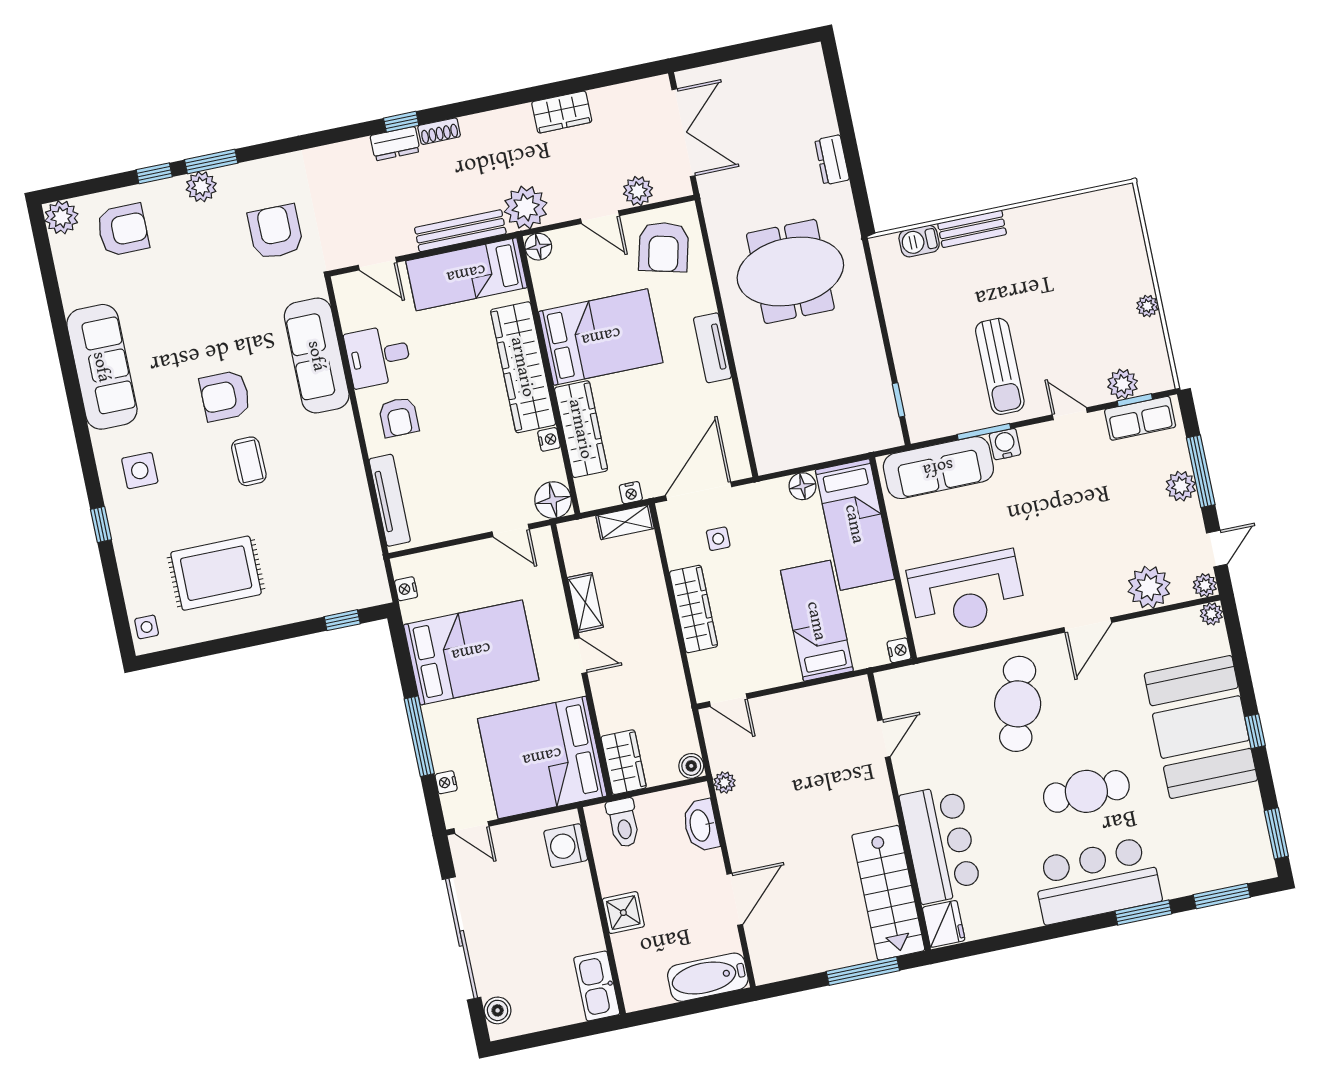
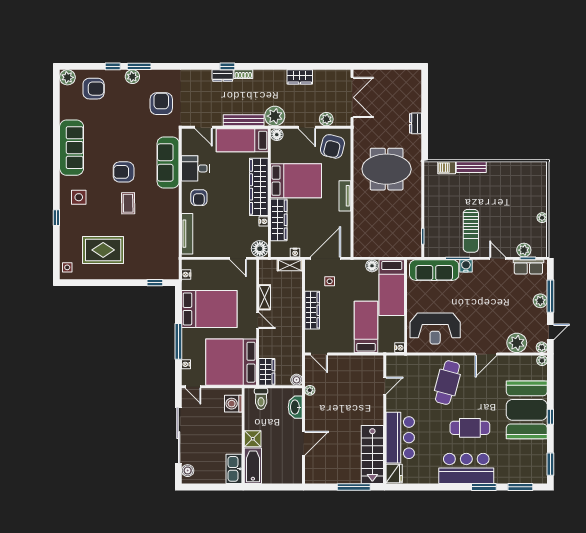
bathtub: (708, 977) -> (253, 466), moved, turned 90

